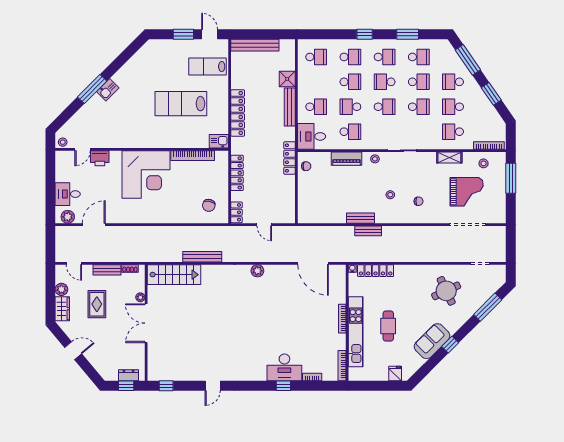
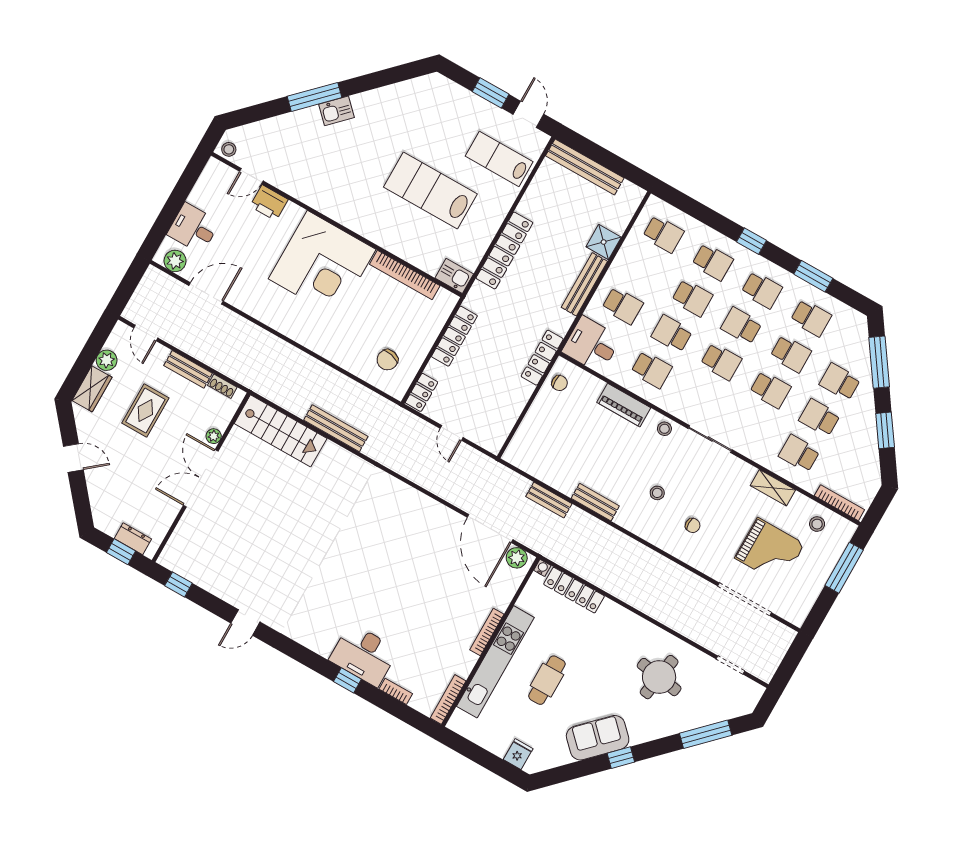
bench: (368, 231) -> (549, 500), moved
plant: (257, 271) -> (517, 558), moved
round table: (446, 291) -> (659, 677), turned 34

